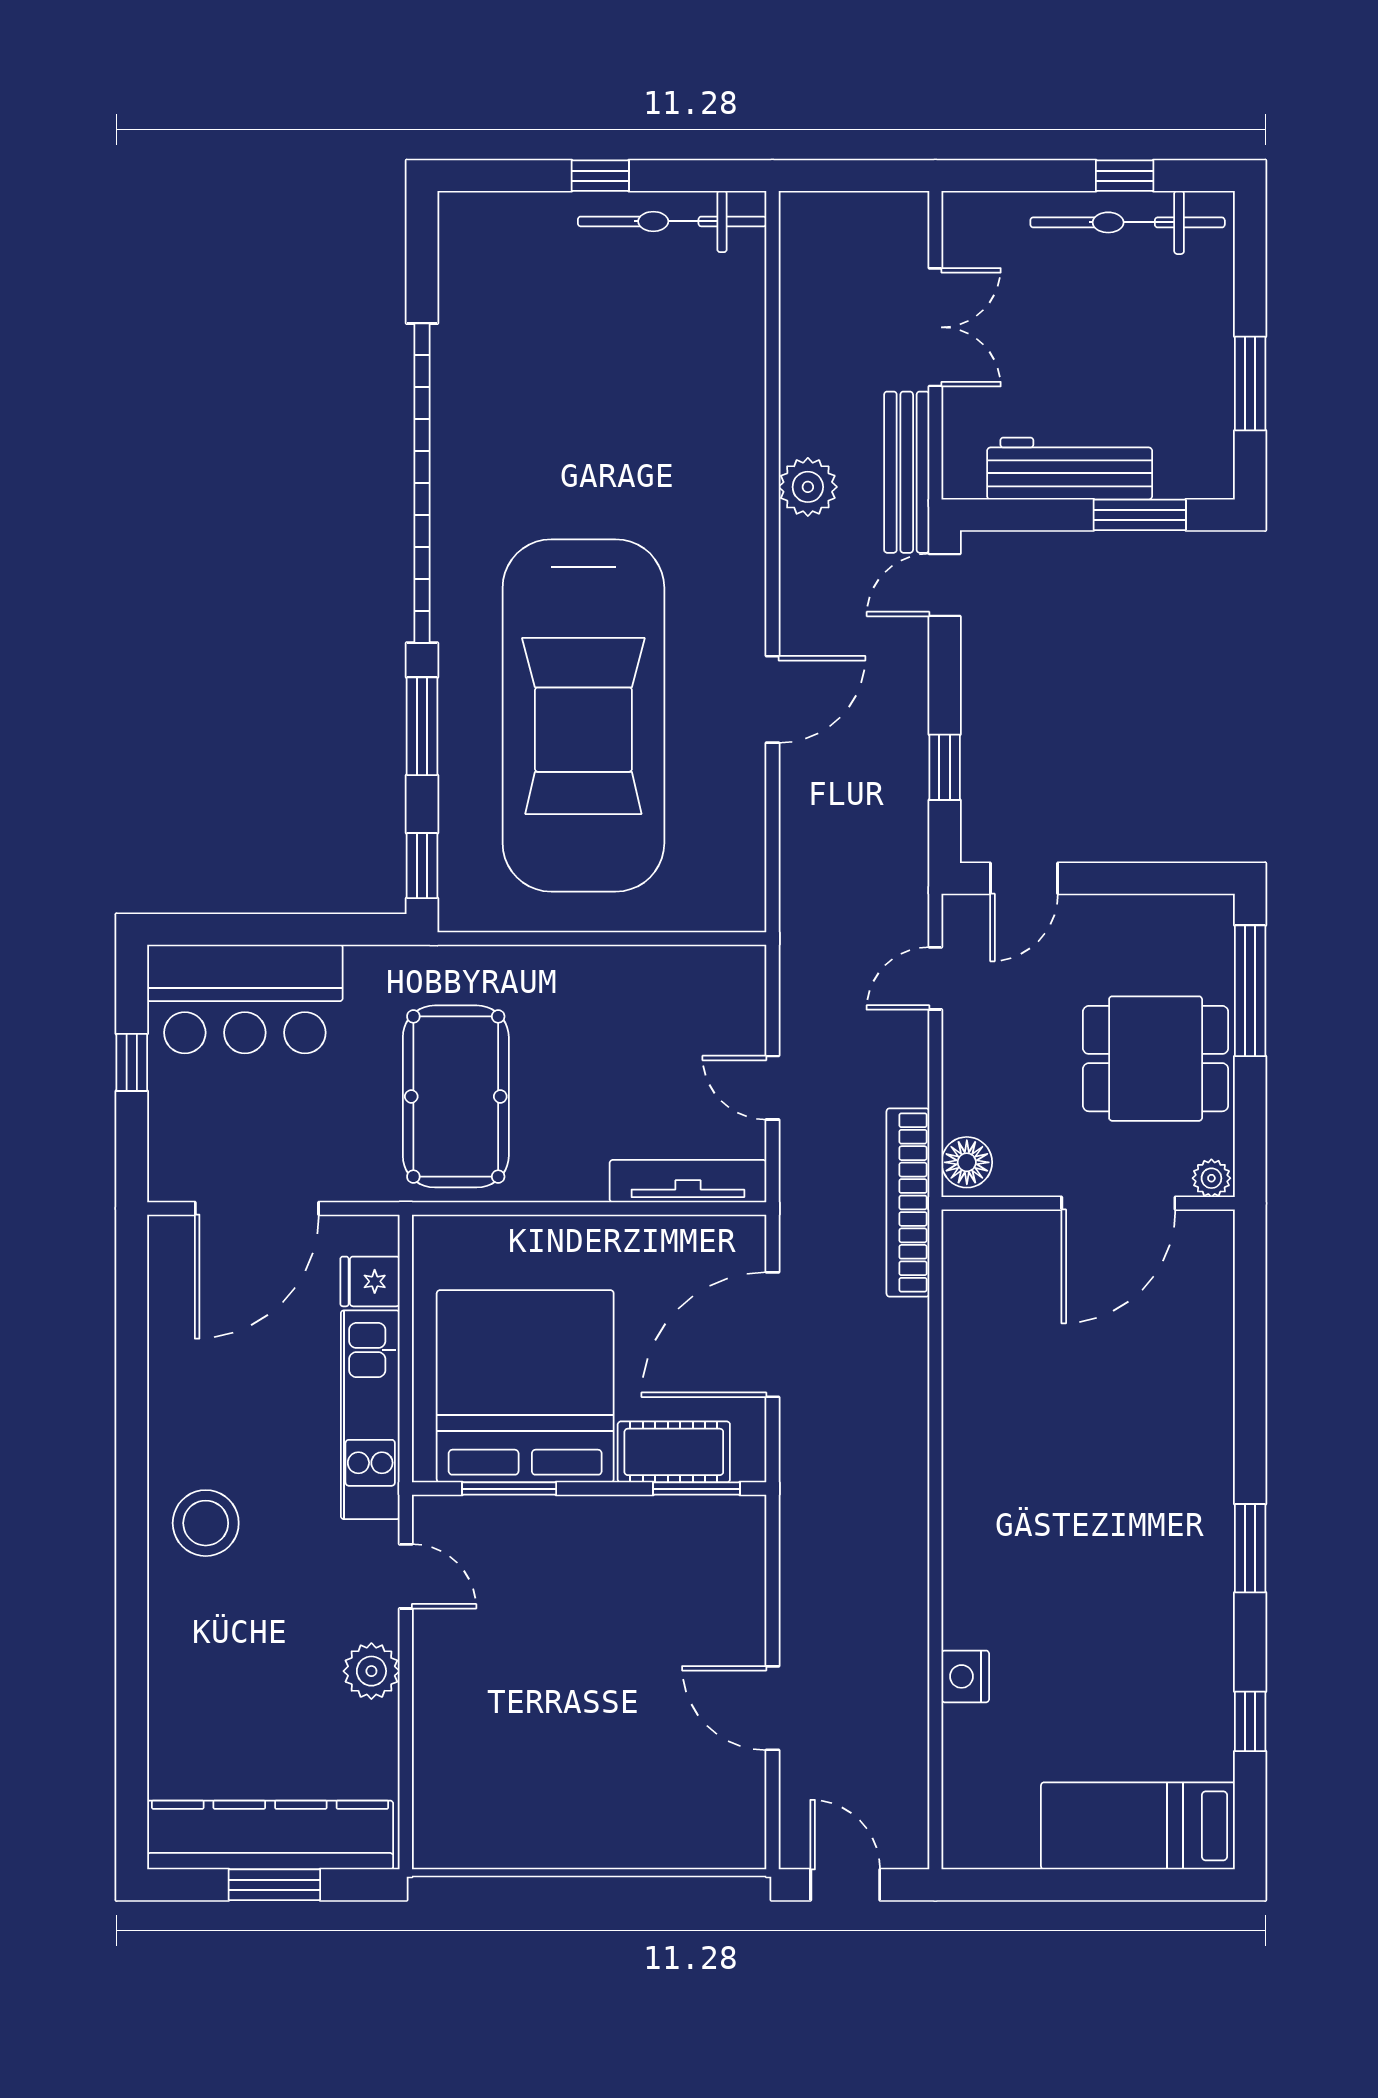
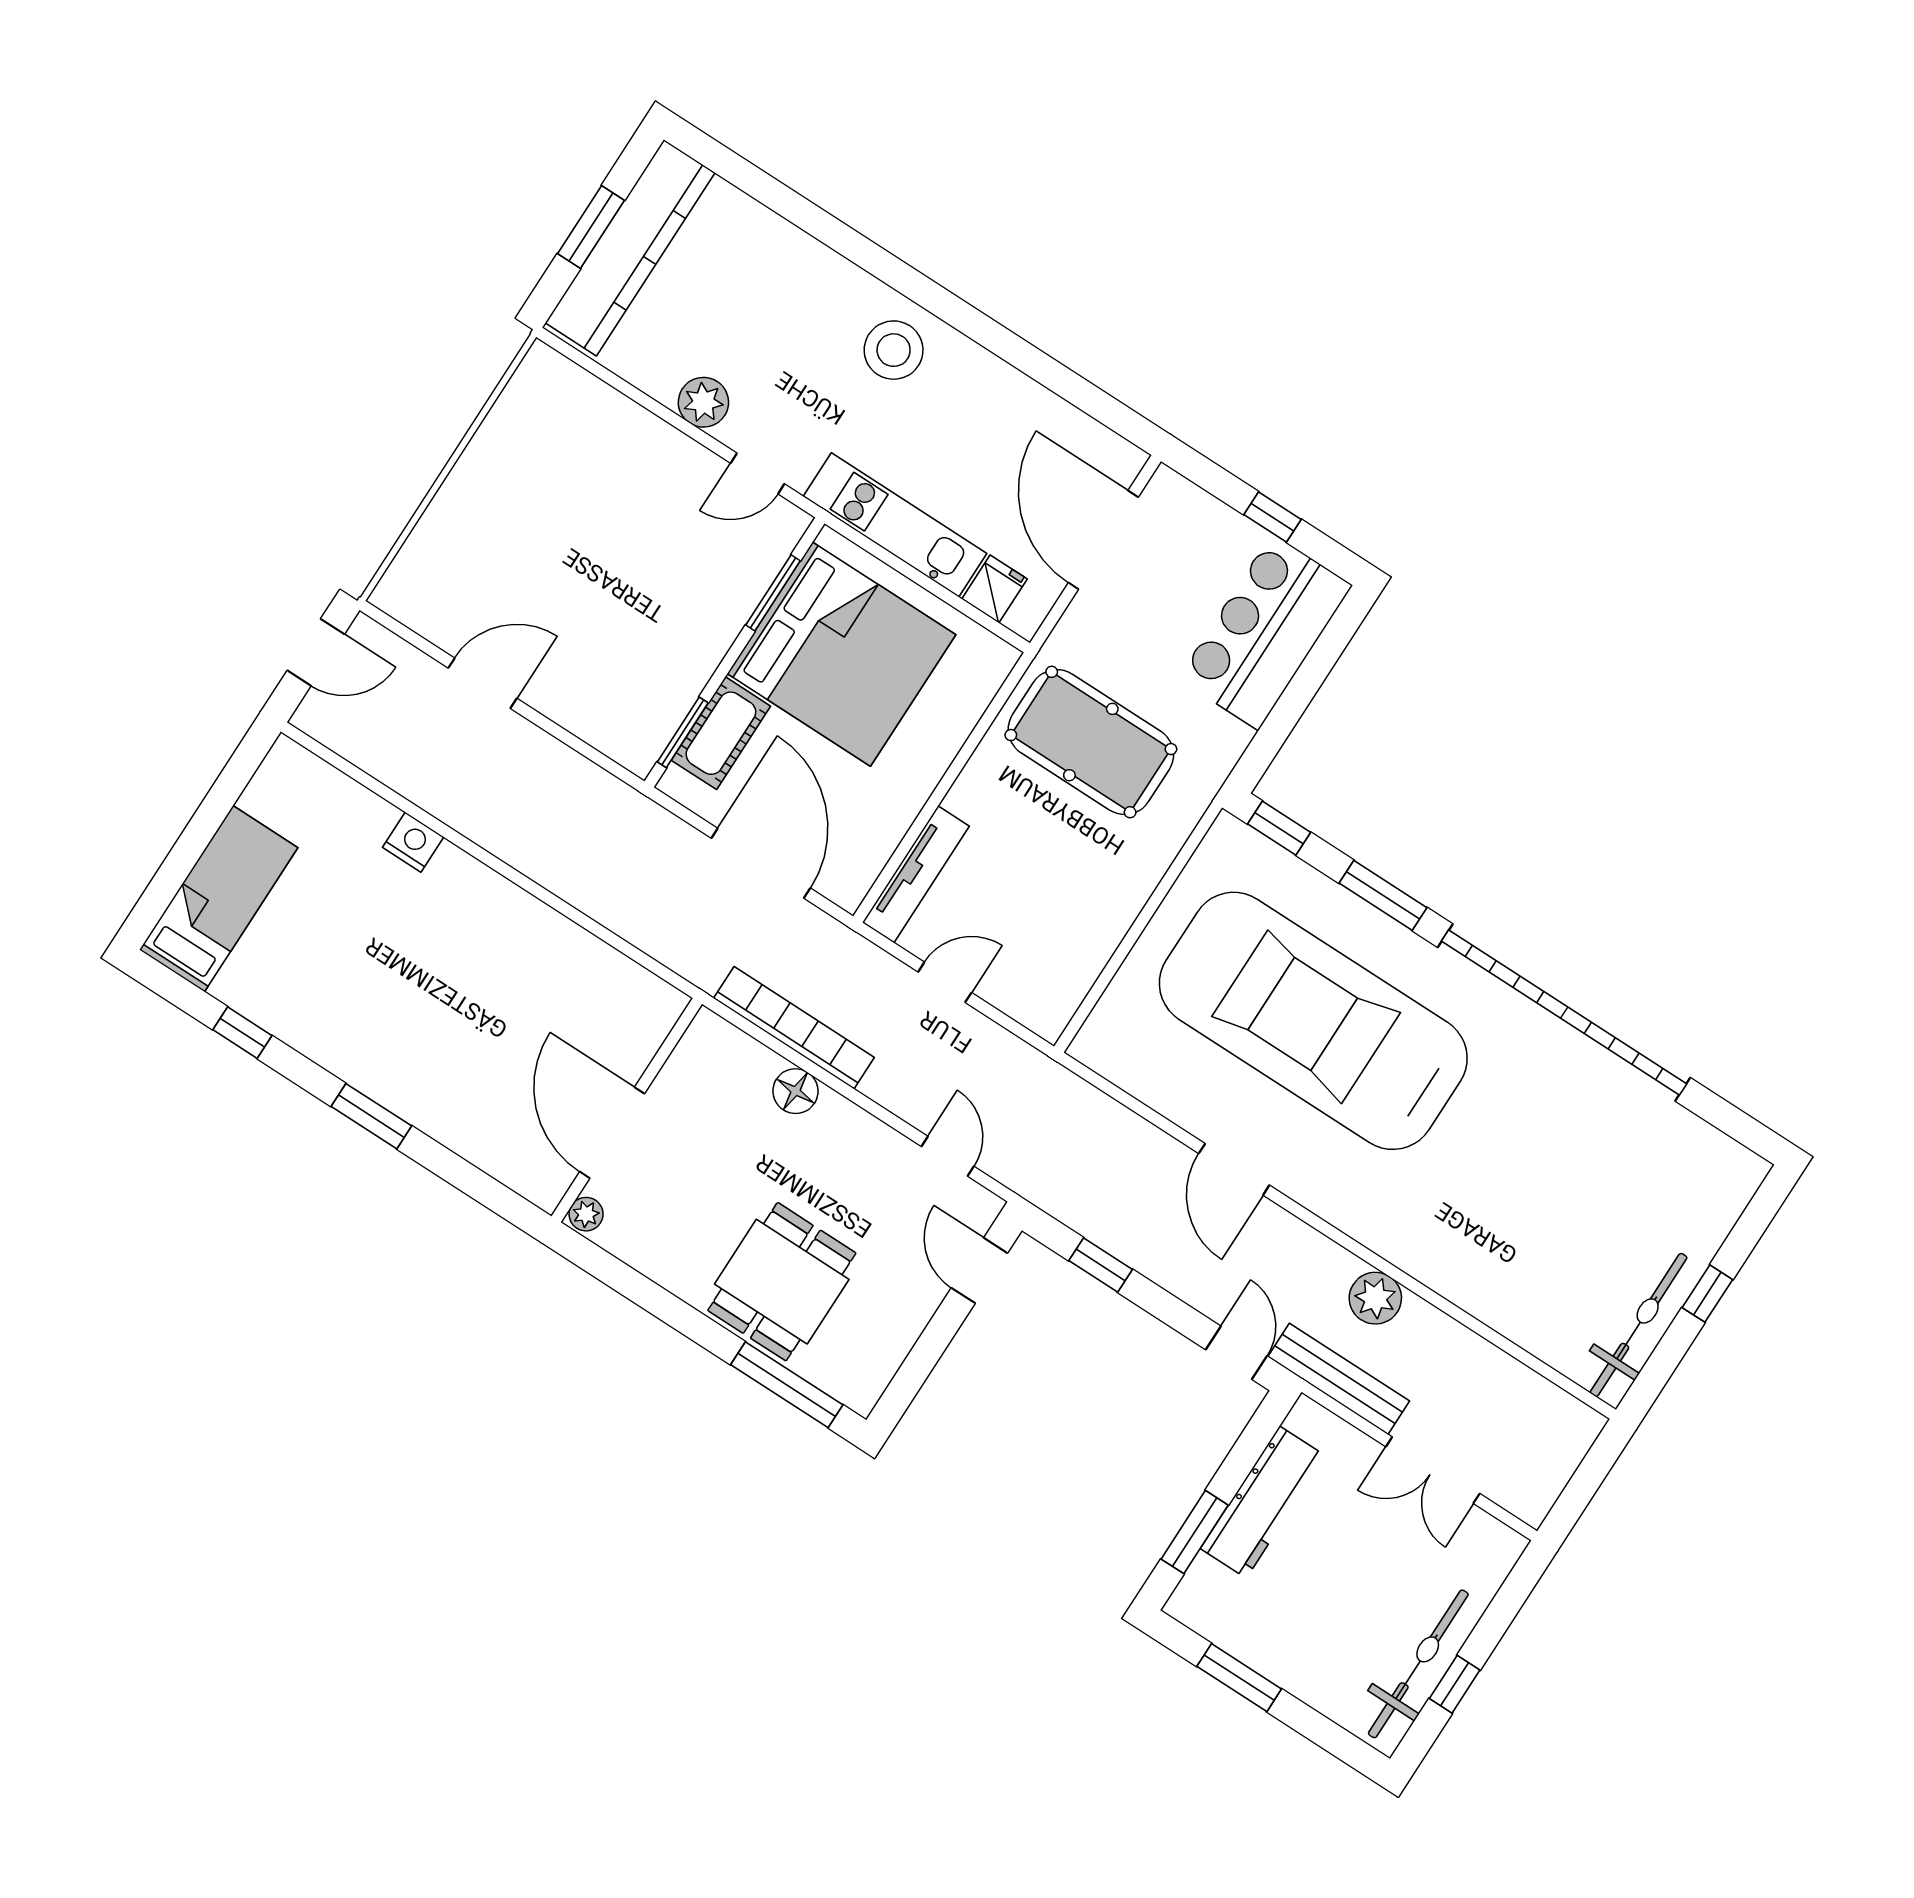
plant: (1211, 1178) -> (586, 1214), moved
wall: (1088, 1203) -> (627, 1110), moved
door: (1118, 1203) -> (612, 1133), moved

